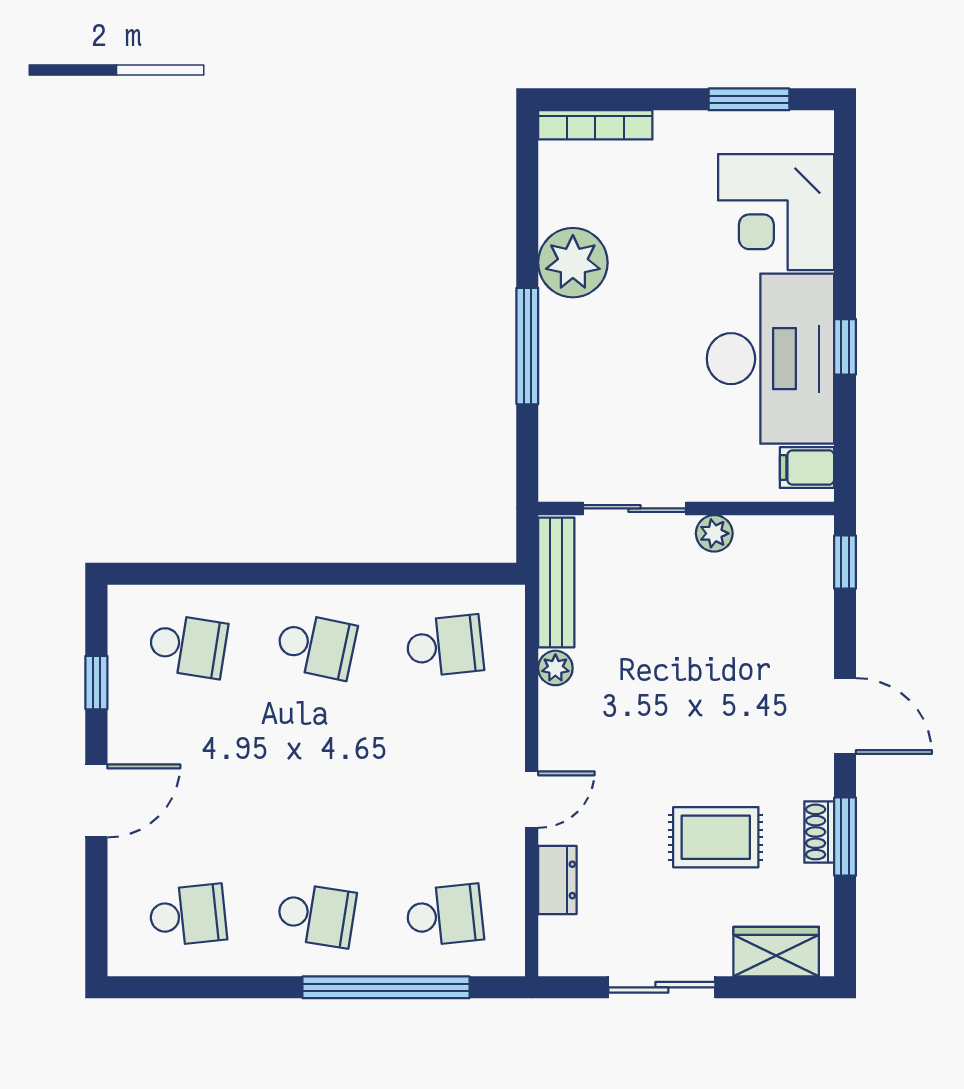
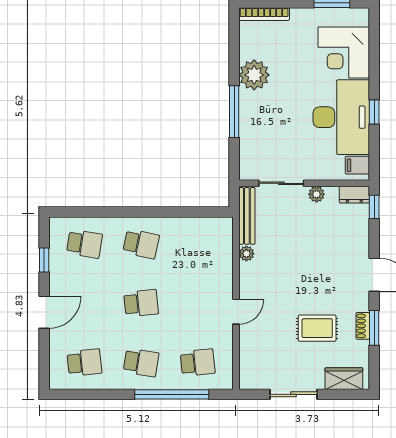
school desk: (445, 646) -> (141, 303), moved
dresser: (557, 880) -> (354, 195), moved, turned 90

